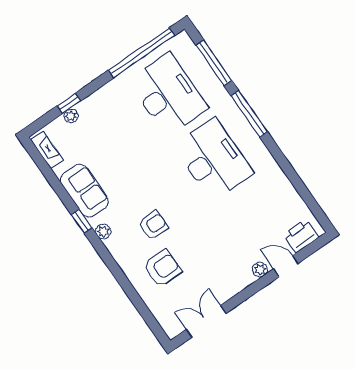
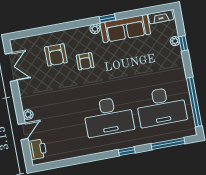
window: (249, 114) -> (127, 151), width x0.46
sofa: (84, 191) -> (125, 29), width x1.36

